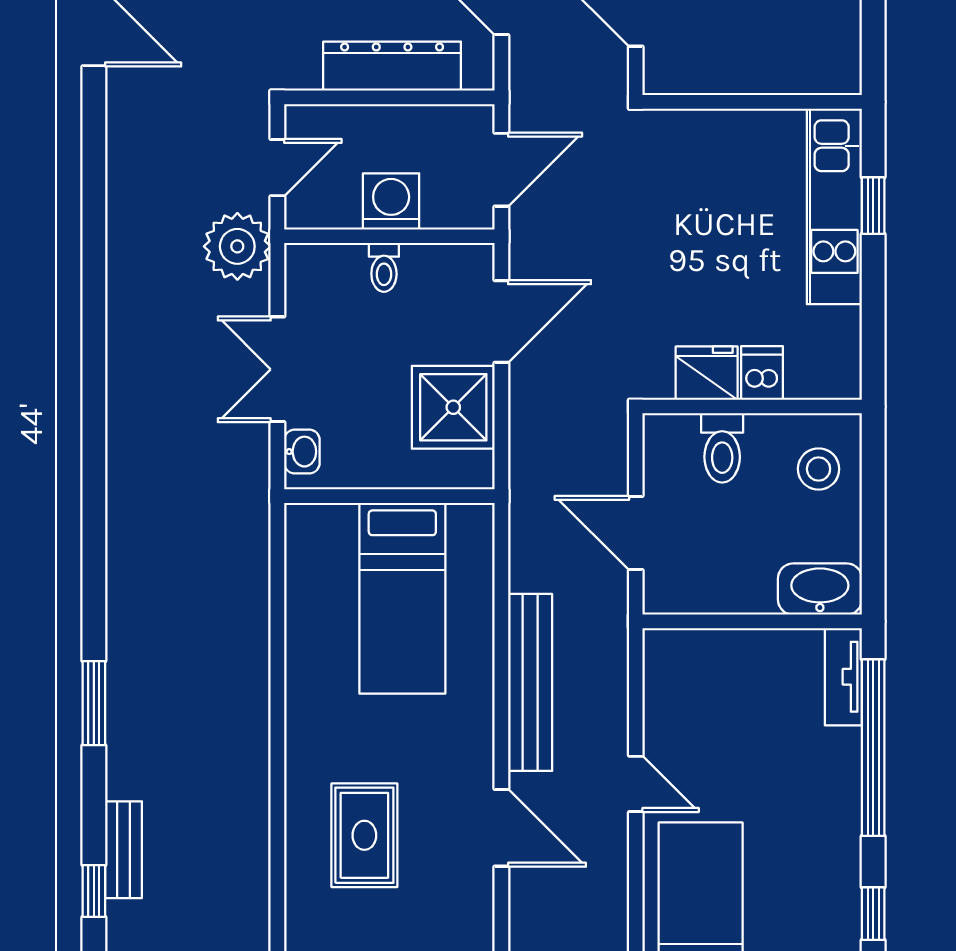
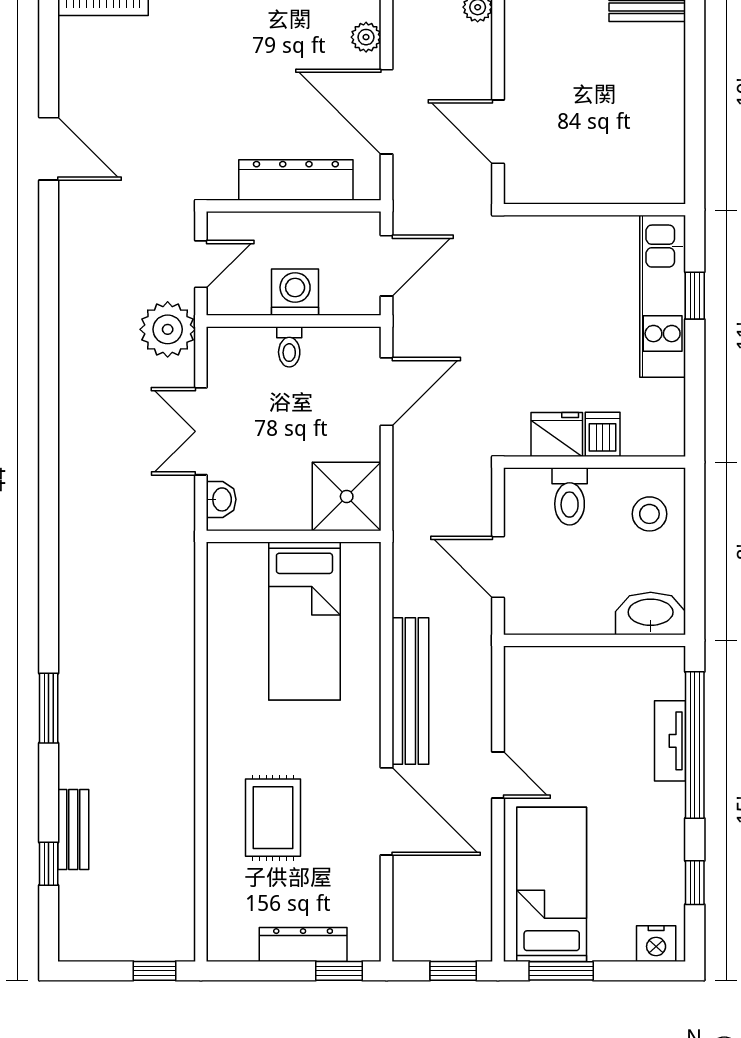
shower: (453, 407) -> (347, 496), moved
tv unit: (843, 677) -> (670, 741), moved
door: (501, 828) -> (387, 811), width x1.36

